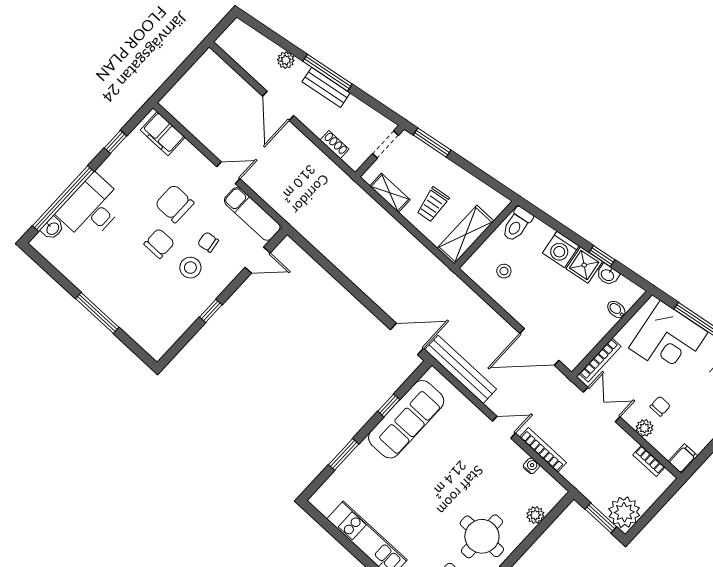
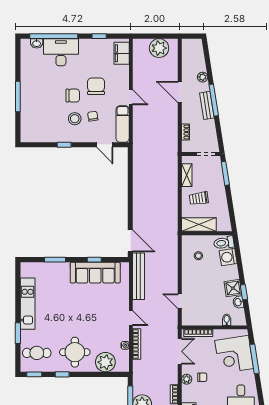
plant: (199, 81) -> (159, 48), added
door: (278, 106) -> (180, 92), hinge flipped
washing machine: (561, 249) -> (228, 257), moved
door: (539, 347) -> (180, 301), width x0.53
plant: (535, 515) -> (105, 362), width x1.88, depth x1.88

